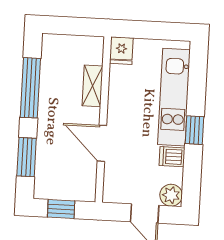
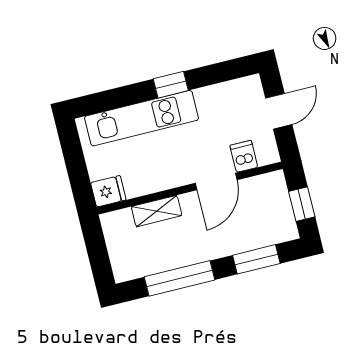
dishwasher: (172, 157) -> (244, 156), moved, turned 180
plant: (171, 195) -> (250, 88), removed

